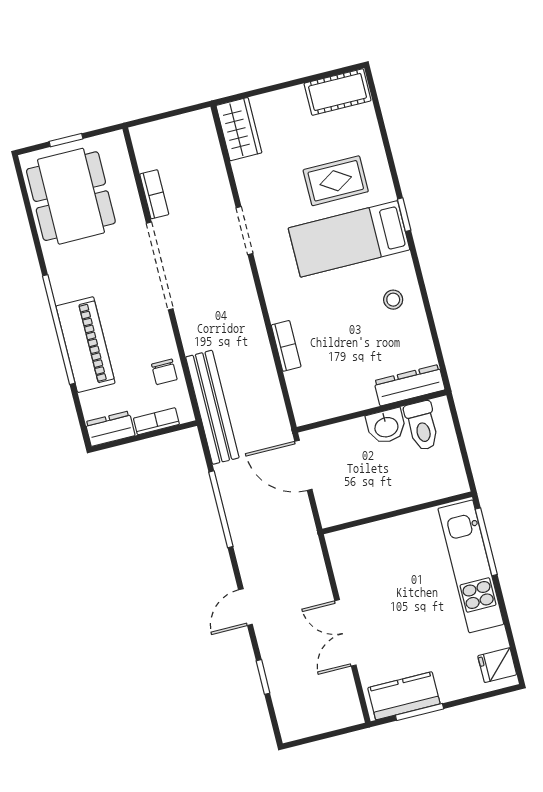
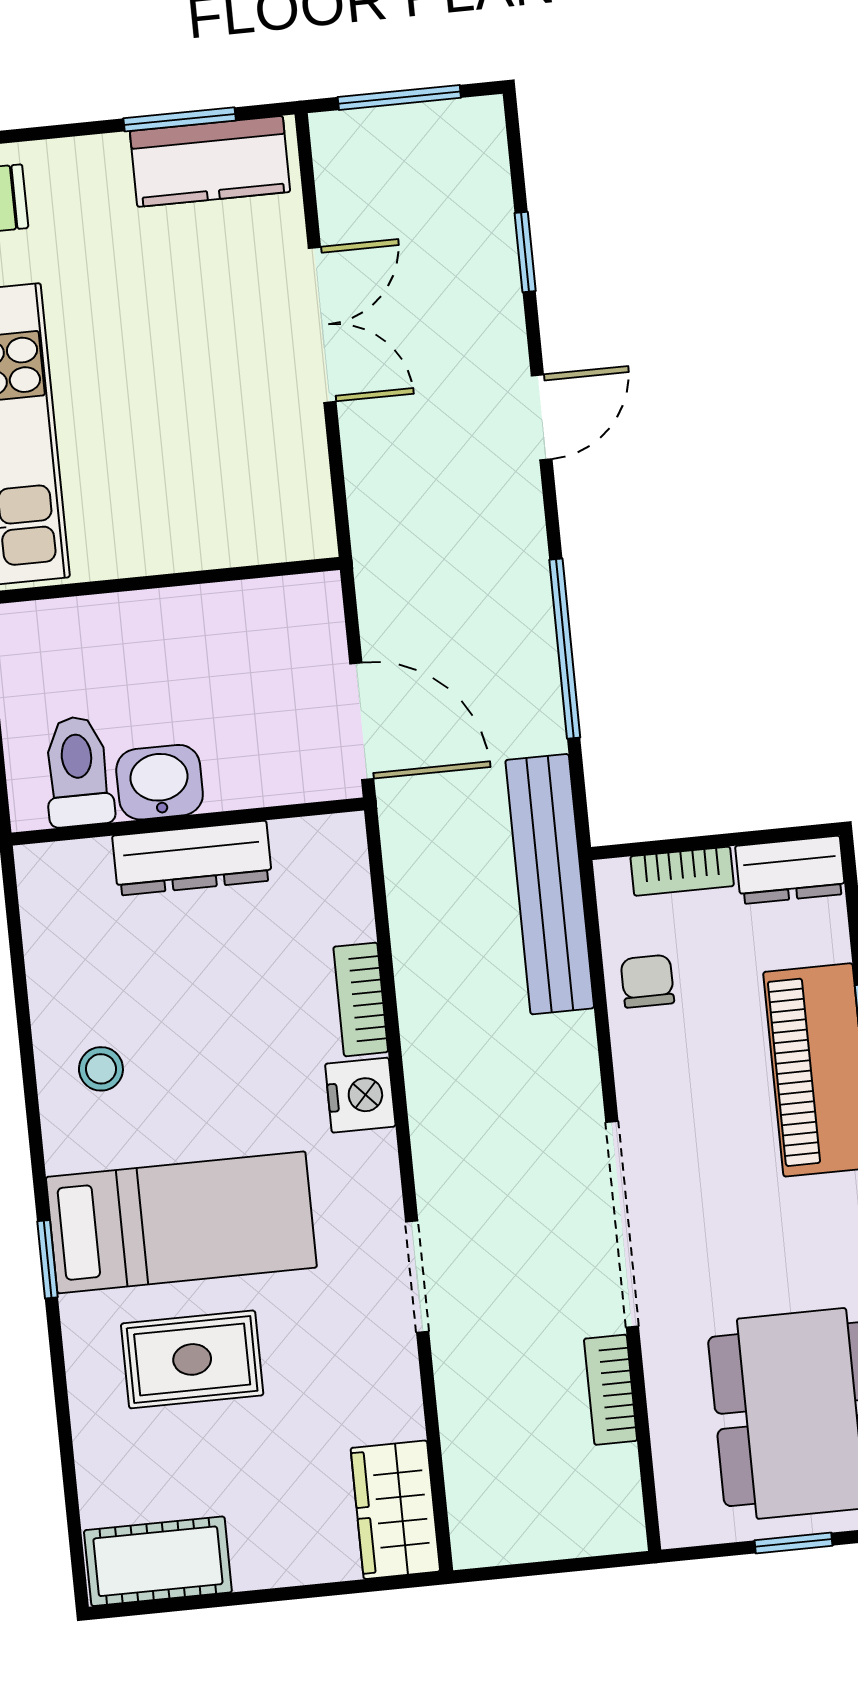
nightstand: (280, 305) -> (360, 1095), added
dresser: (409, 385) -> (192, 858), moved
window: (327, 735) -> (399, 97), added

